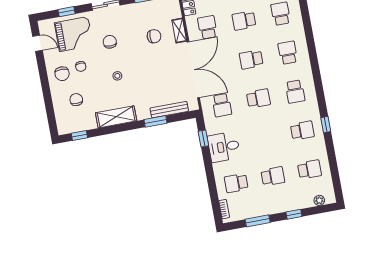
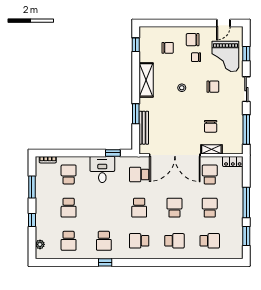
school desk: (207, 27) -> (210, 174), turned -90

